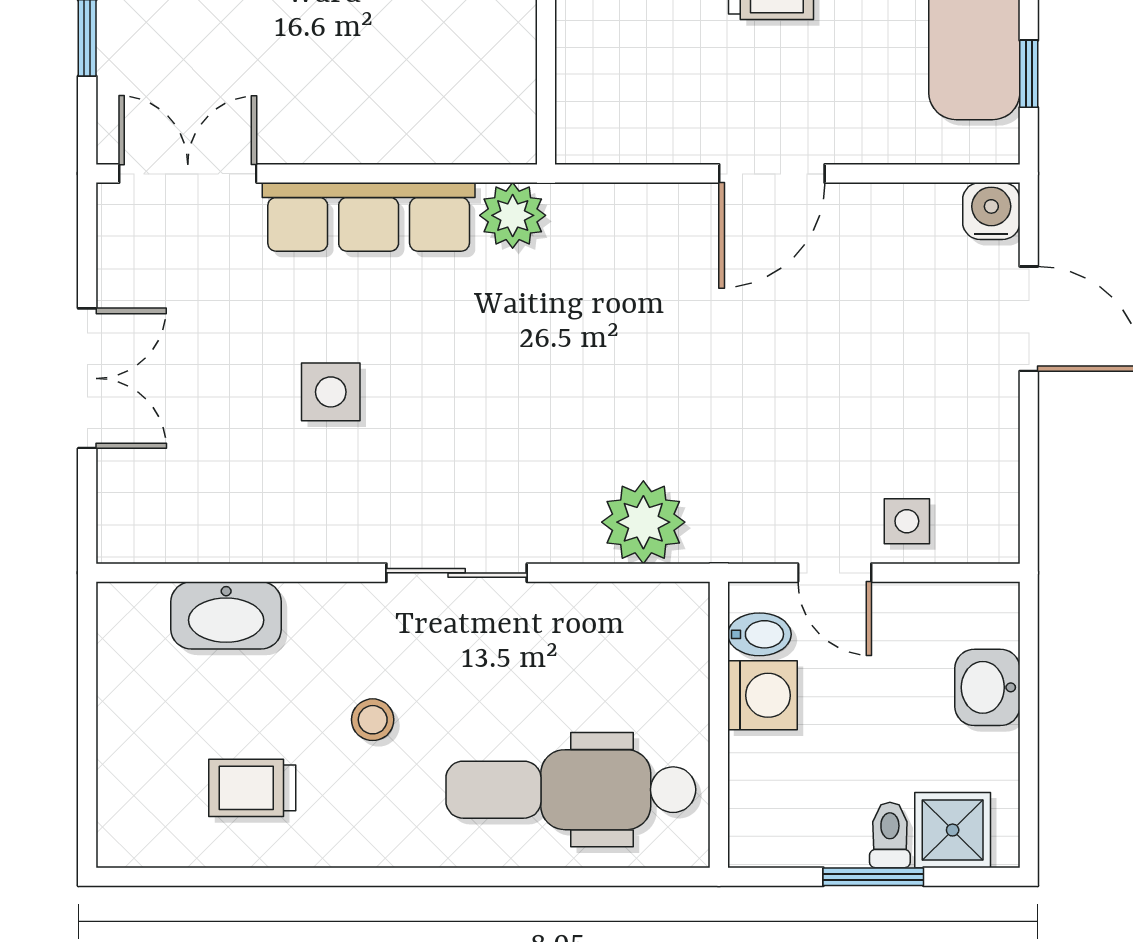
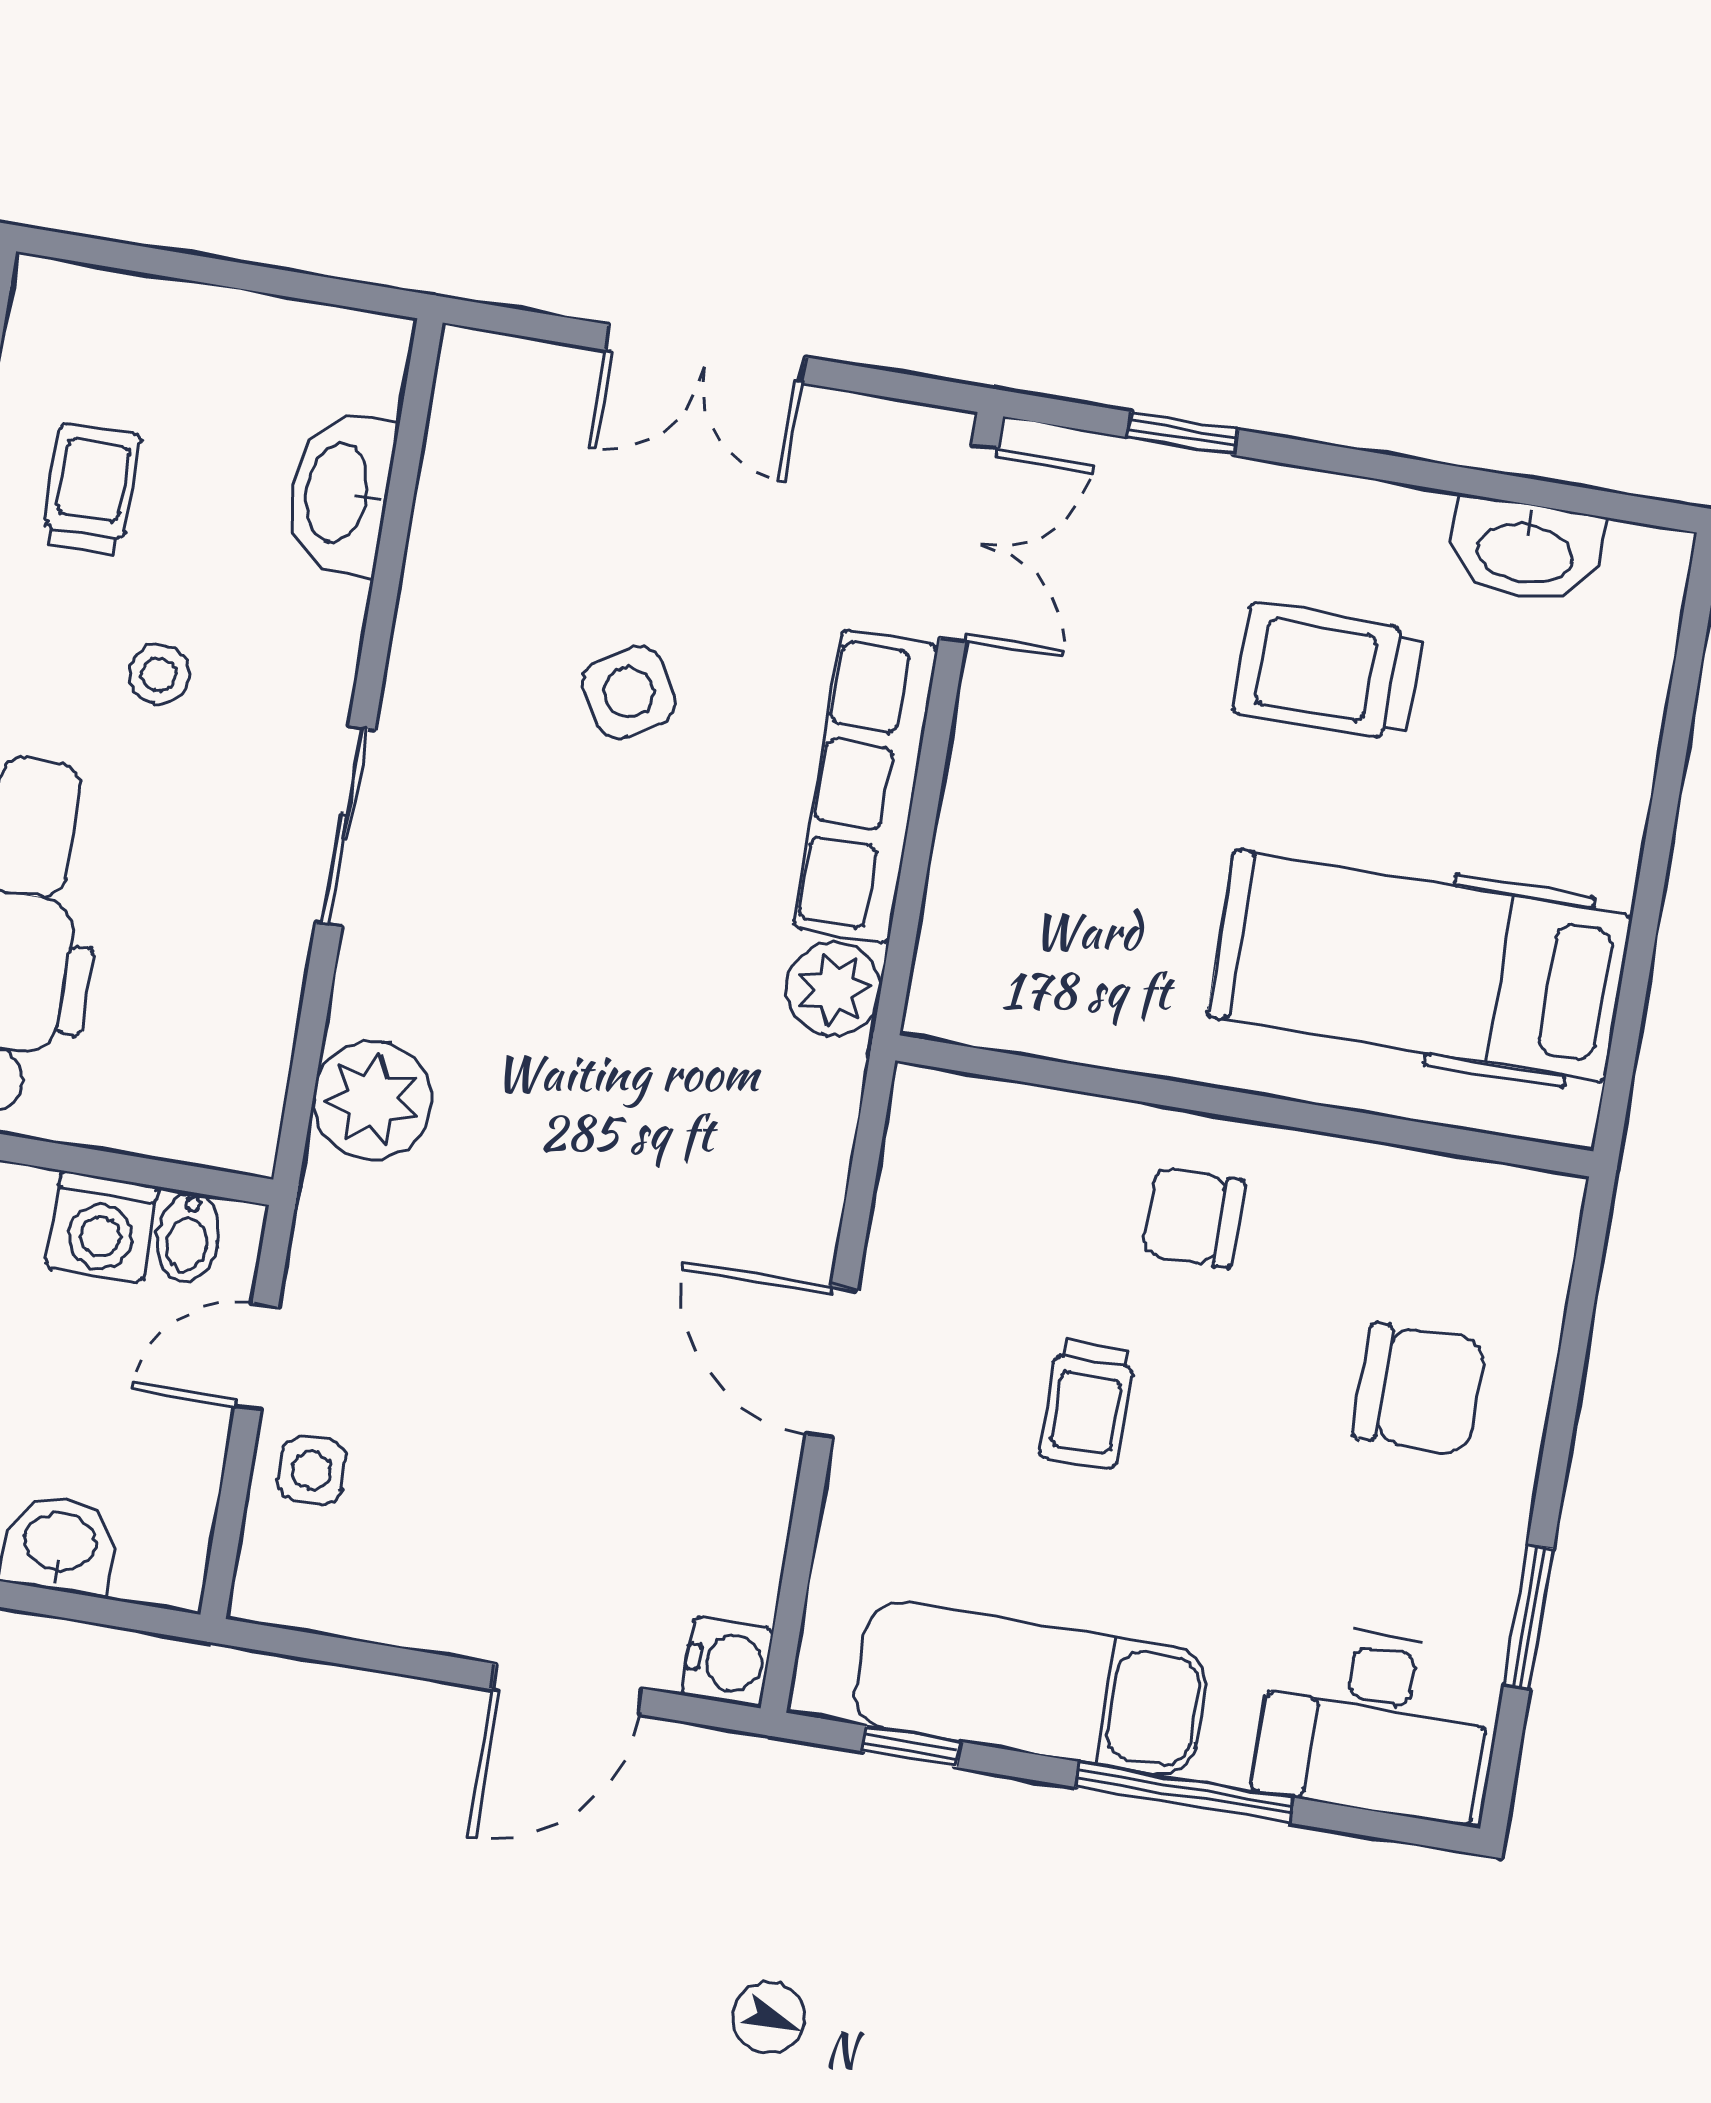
side table: (331, 392) -> (629, 692), turned -31

